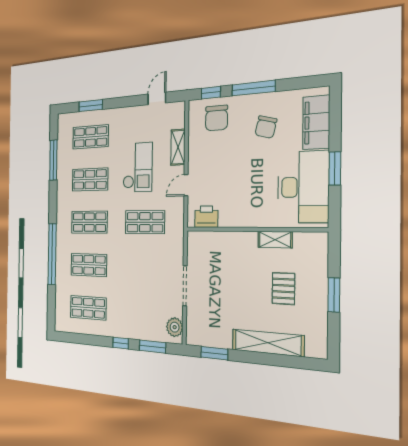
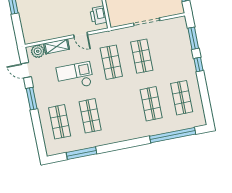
window: (211, 93) -> (18, 29), removed
window: (91, 106) -> (32, 99), moved
chair: (217, 118) -> (34, 21), removed
shop shelf: (89, 222) -> (142, 56), moved
window: (52, 254) -> (173, 135), moved
plant: (175, 327) -> (38, 51), moved

